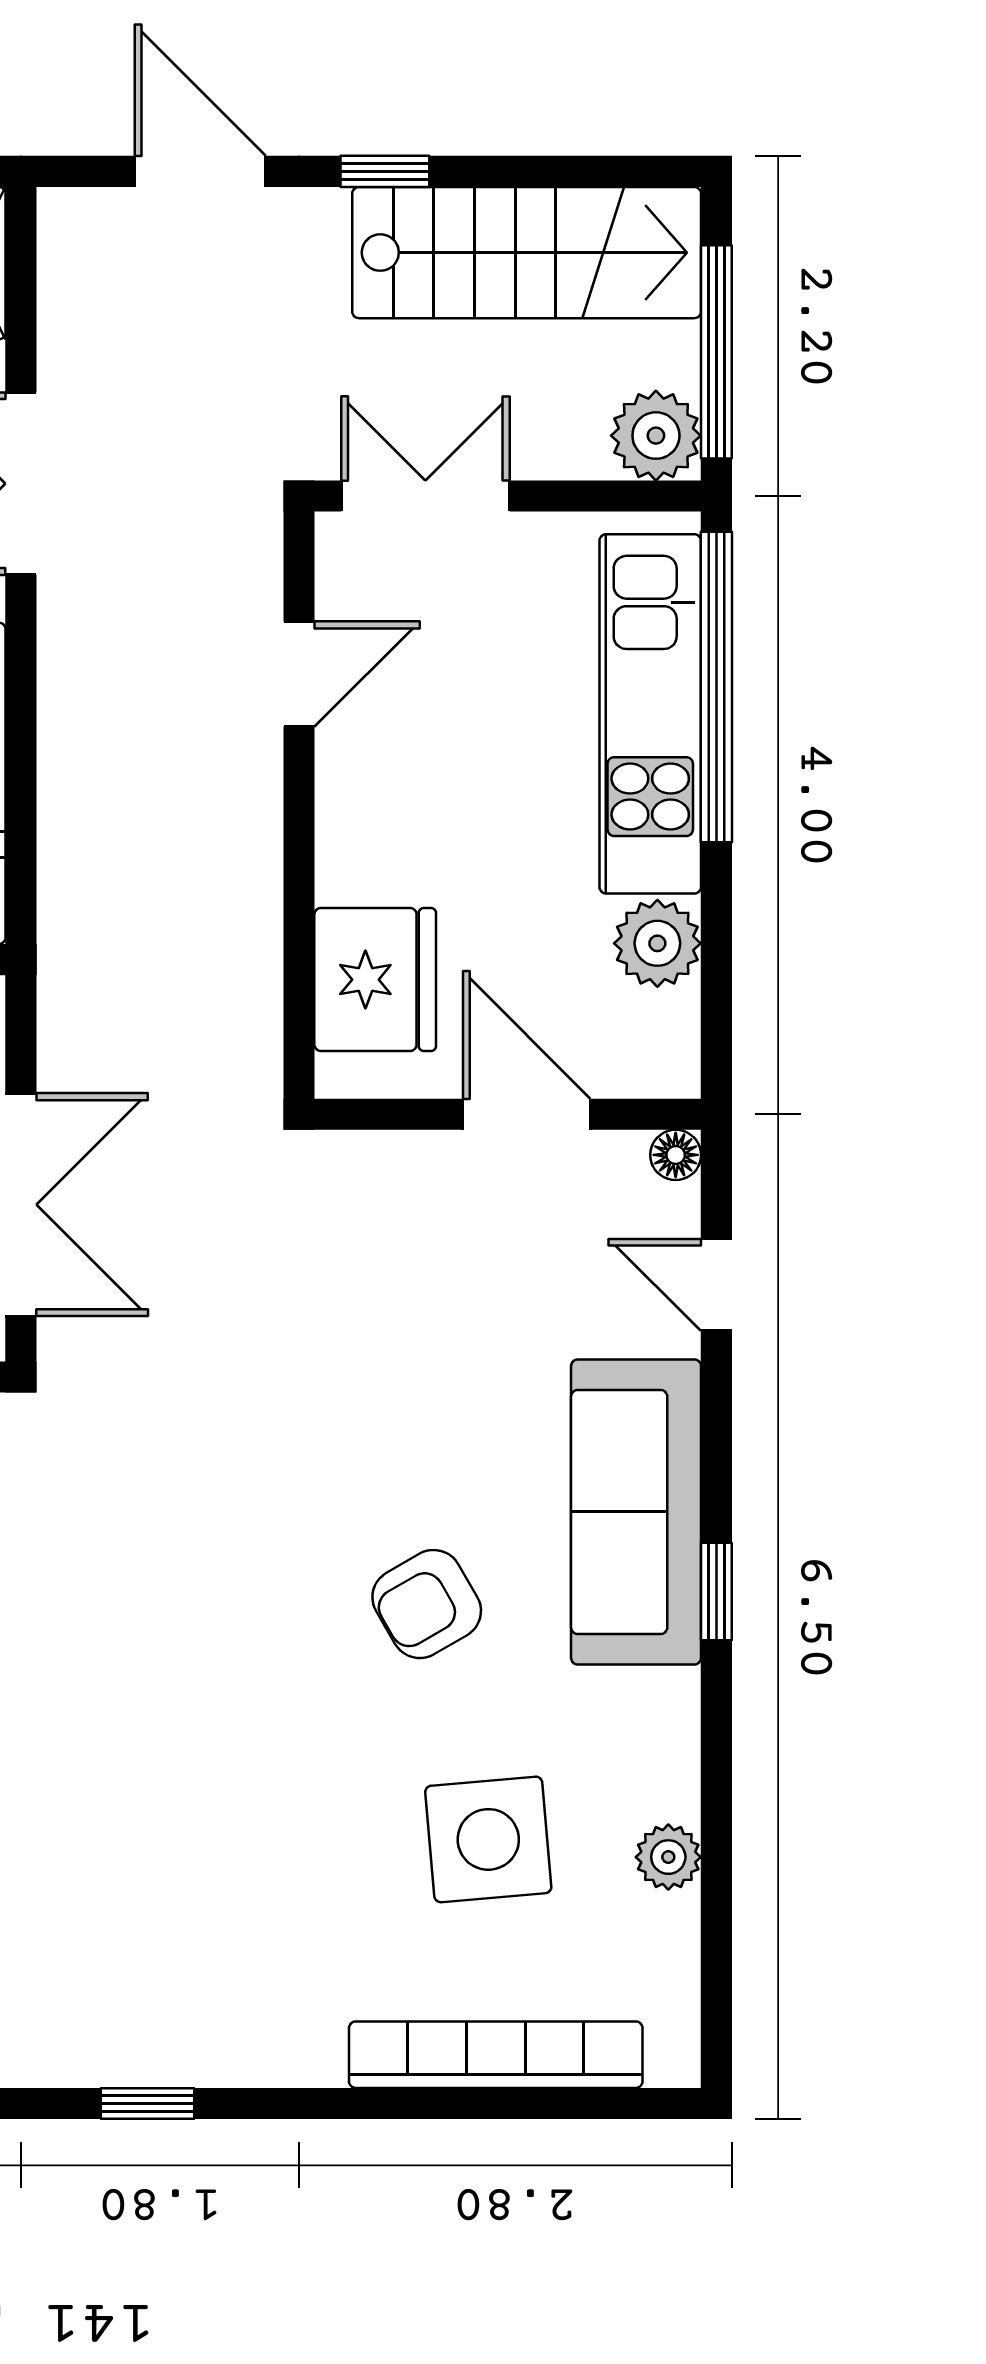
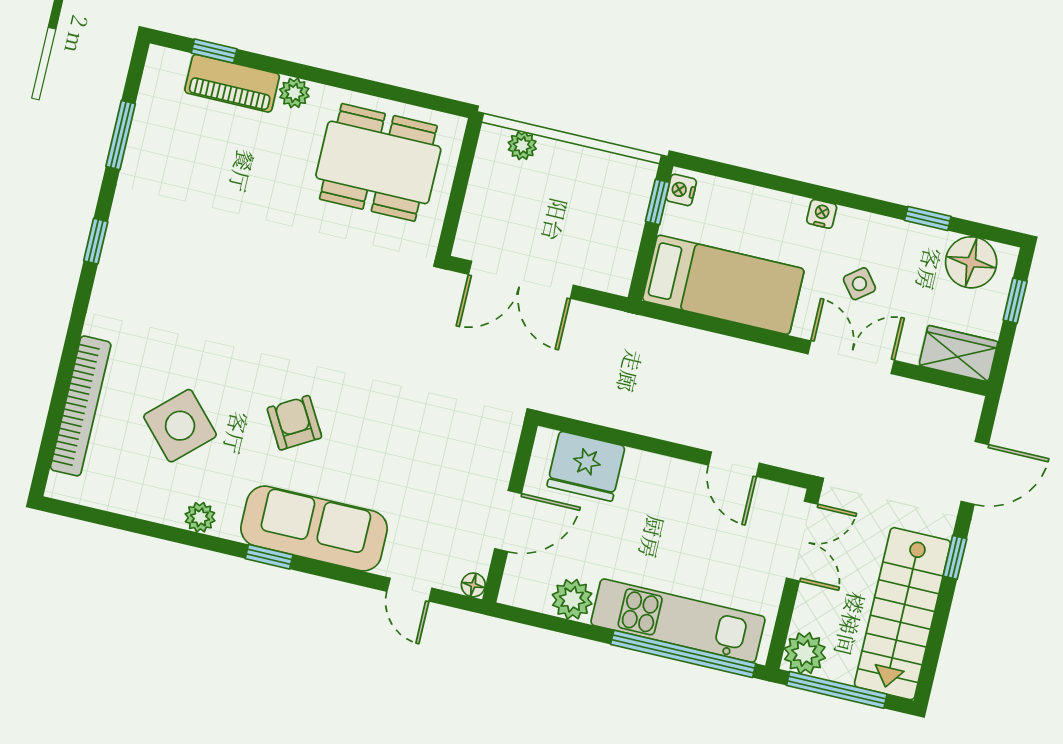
door: (716, 1285) -> (409, 590), swing flipped
side table: (488, 1839) -> (180, 426), turned -38
plant: (668, 1857) -> (200, 517), moved

